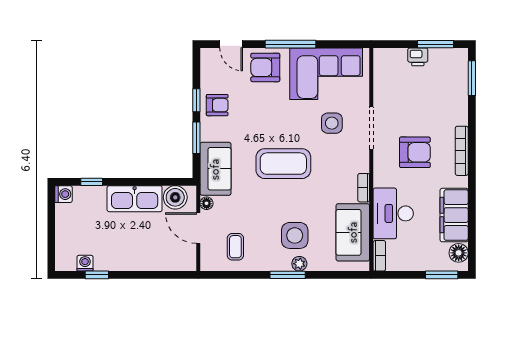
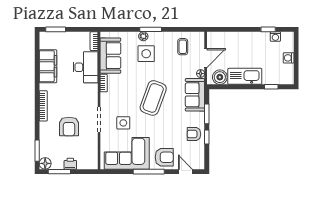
armchair: (415, 152) -> (69, 126), moved, turned -90
coffee table: (283, 164) -> (153, 98), turned -70
washing machine: (64, 194) -> (289, 58), moved
door: (198, 228) -> (206, 58), hinge flipped
floor lamp: (459, 253) -> (45, 163), moved

